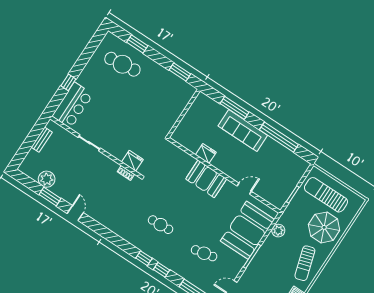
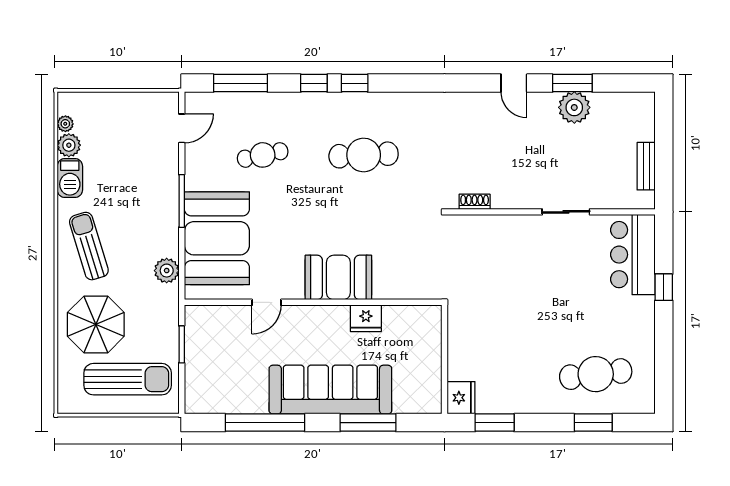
sofa: (243, 131) -> (330, 390), width x1.36, depth x1.27
fridge: (132, 161) -> (461, 398), moved, turned -90
plant: (47, 179) -> (574, 107), moved
cafe table: (161, 225) -> (364, 155), width x1.37, depth x1.35

